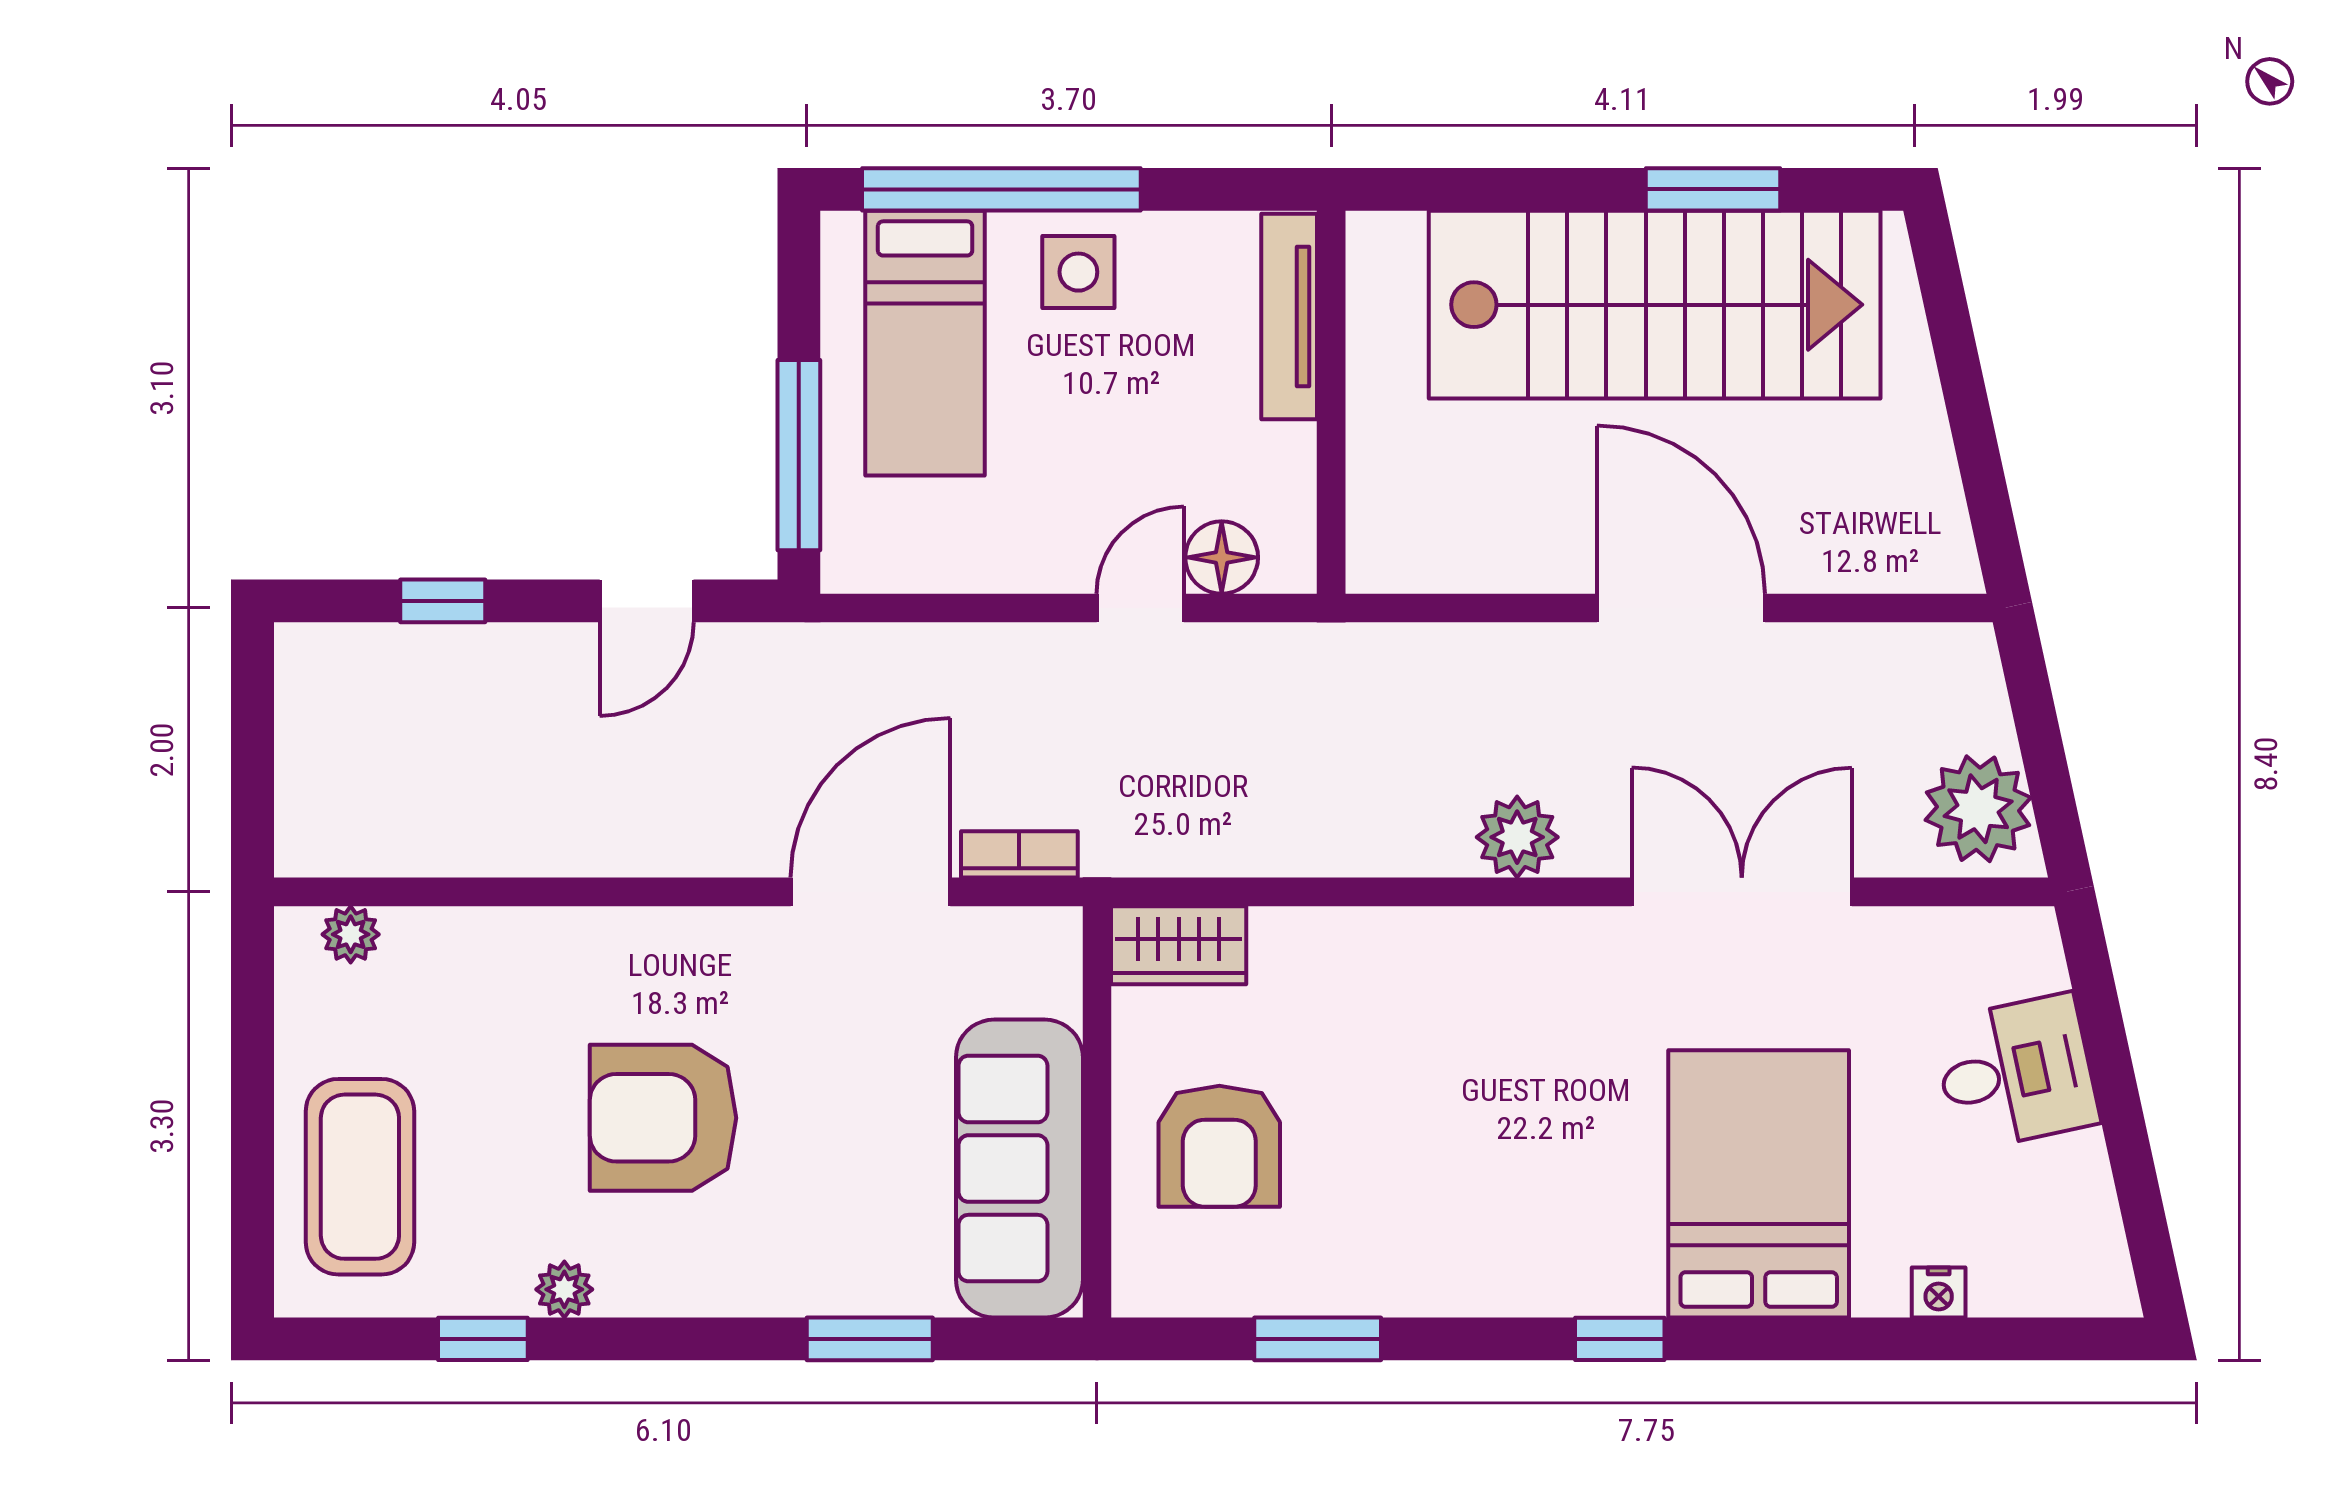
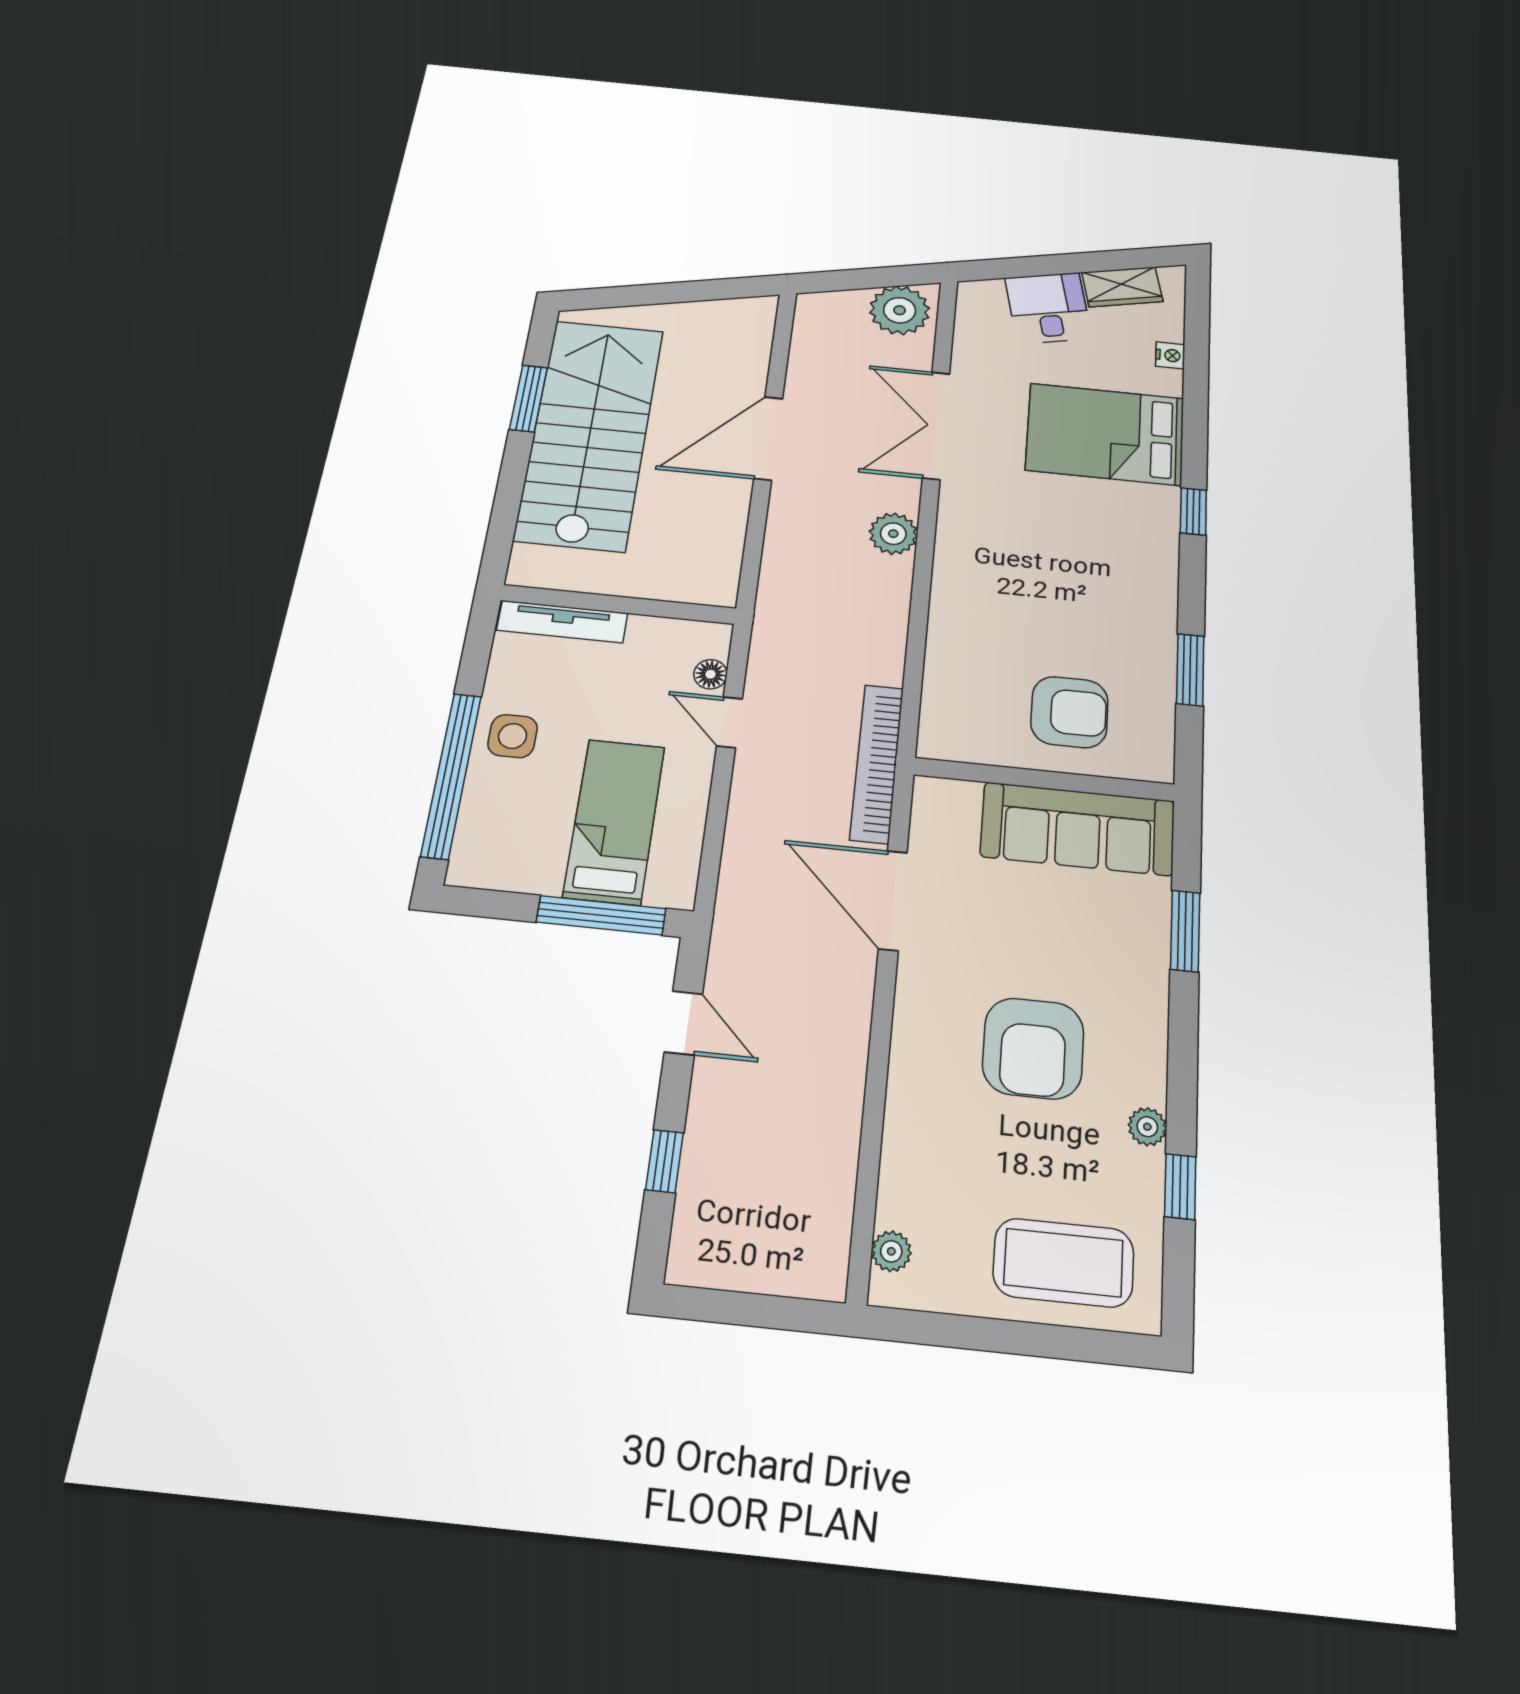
bed: (925, 343) -> (614, 821), moved, turned -90
floor lamp: (1222, 557) -> (711, 674), width x0.73, depth x0.73
bookcase: (1019, 854) -> (877, 763), width x2.31, depth x1.31
wardrobe: (1179, 945) -> (1122, 287), moved, turned 78

